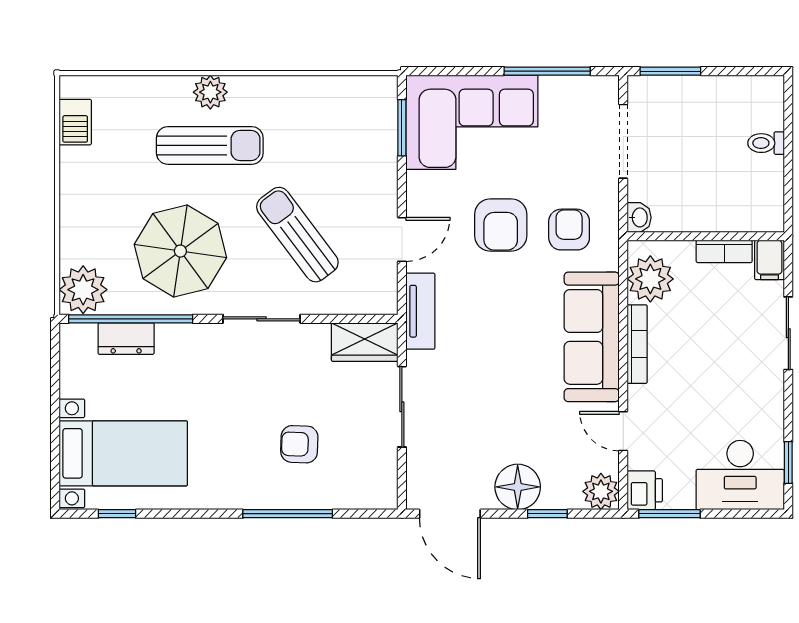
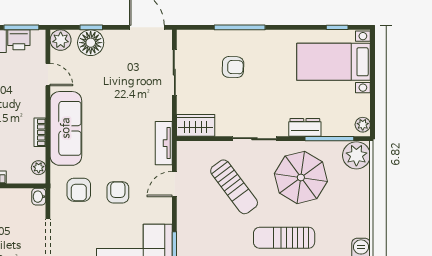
armchair: (501, 225) -> (118, 192), width x0.72, depth x0.72
plant: (650, 279) -> (39, 168), width x0.53, depth x0.53
window: (131, 319) -> (329, 139), width x0.68
dresser: (126, 339) -> (305, 127), moved
plant: (72, 343) -> (363, 125), added
bookcase: (637, 344) -> (40, 132), width x0.64
sliding door: (402, 407) -> (174, 72), moved
floor lamp: (518, 487) -> (91, 43), moved
printer: (645, 490) -> (19, 40), moved, turned -90

